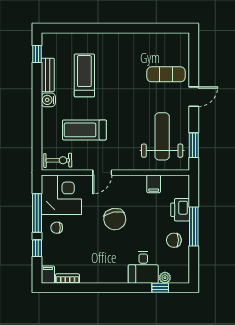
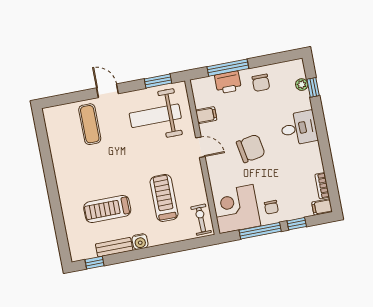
treadmill: (84, 130) -> (164, 198), turned 180
door: (102, 173) -> (200, 147), moved
window: (194, 227) -> (228, 68), moved
desk: (143, 267) -> (299, 128), moved

